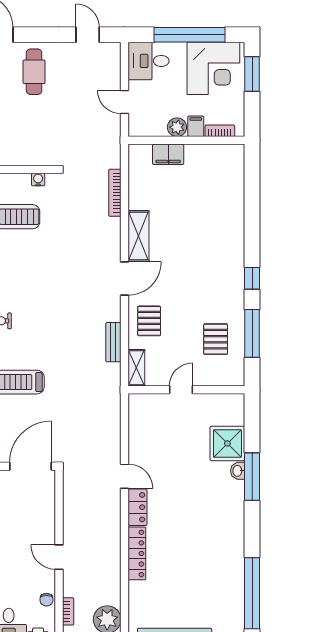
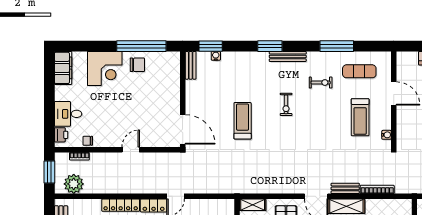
bench: (113, 342) -> (345, 188), moved
door: (59, 557) -> (131, 150), moved

